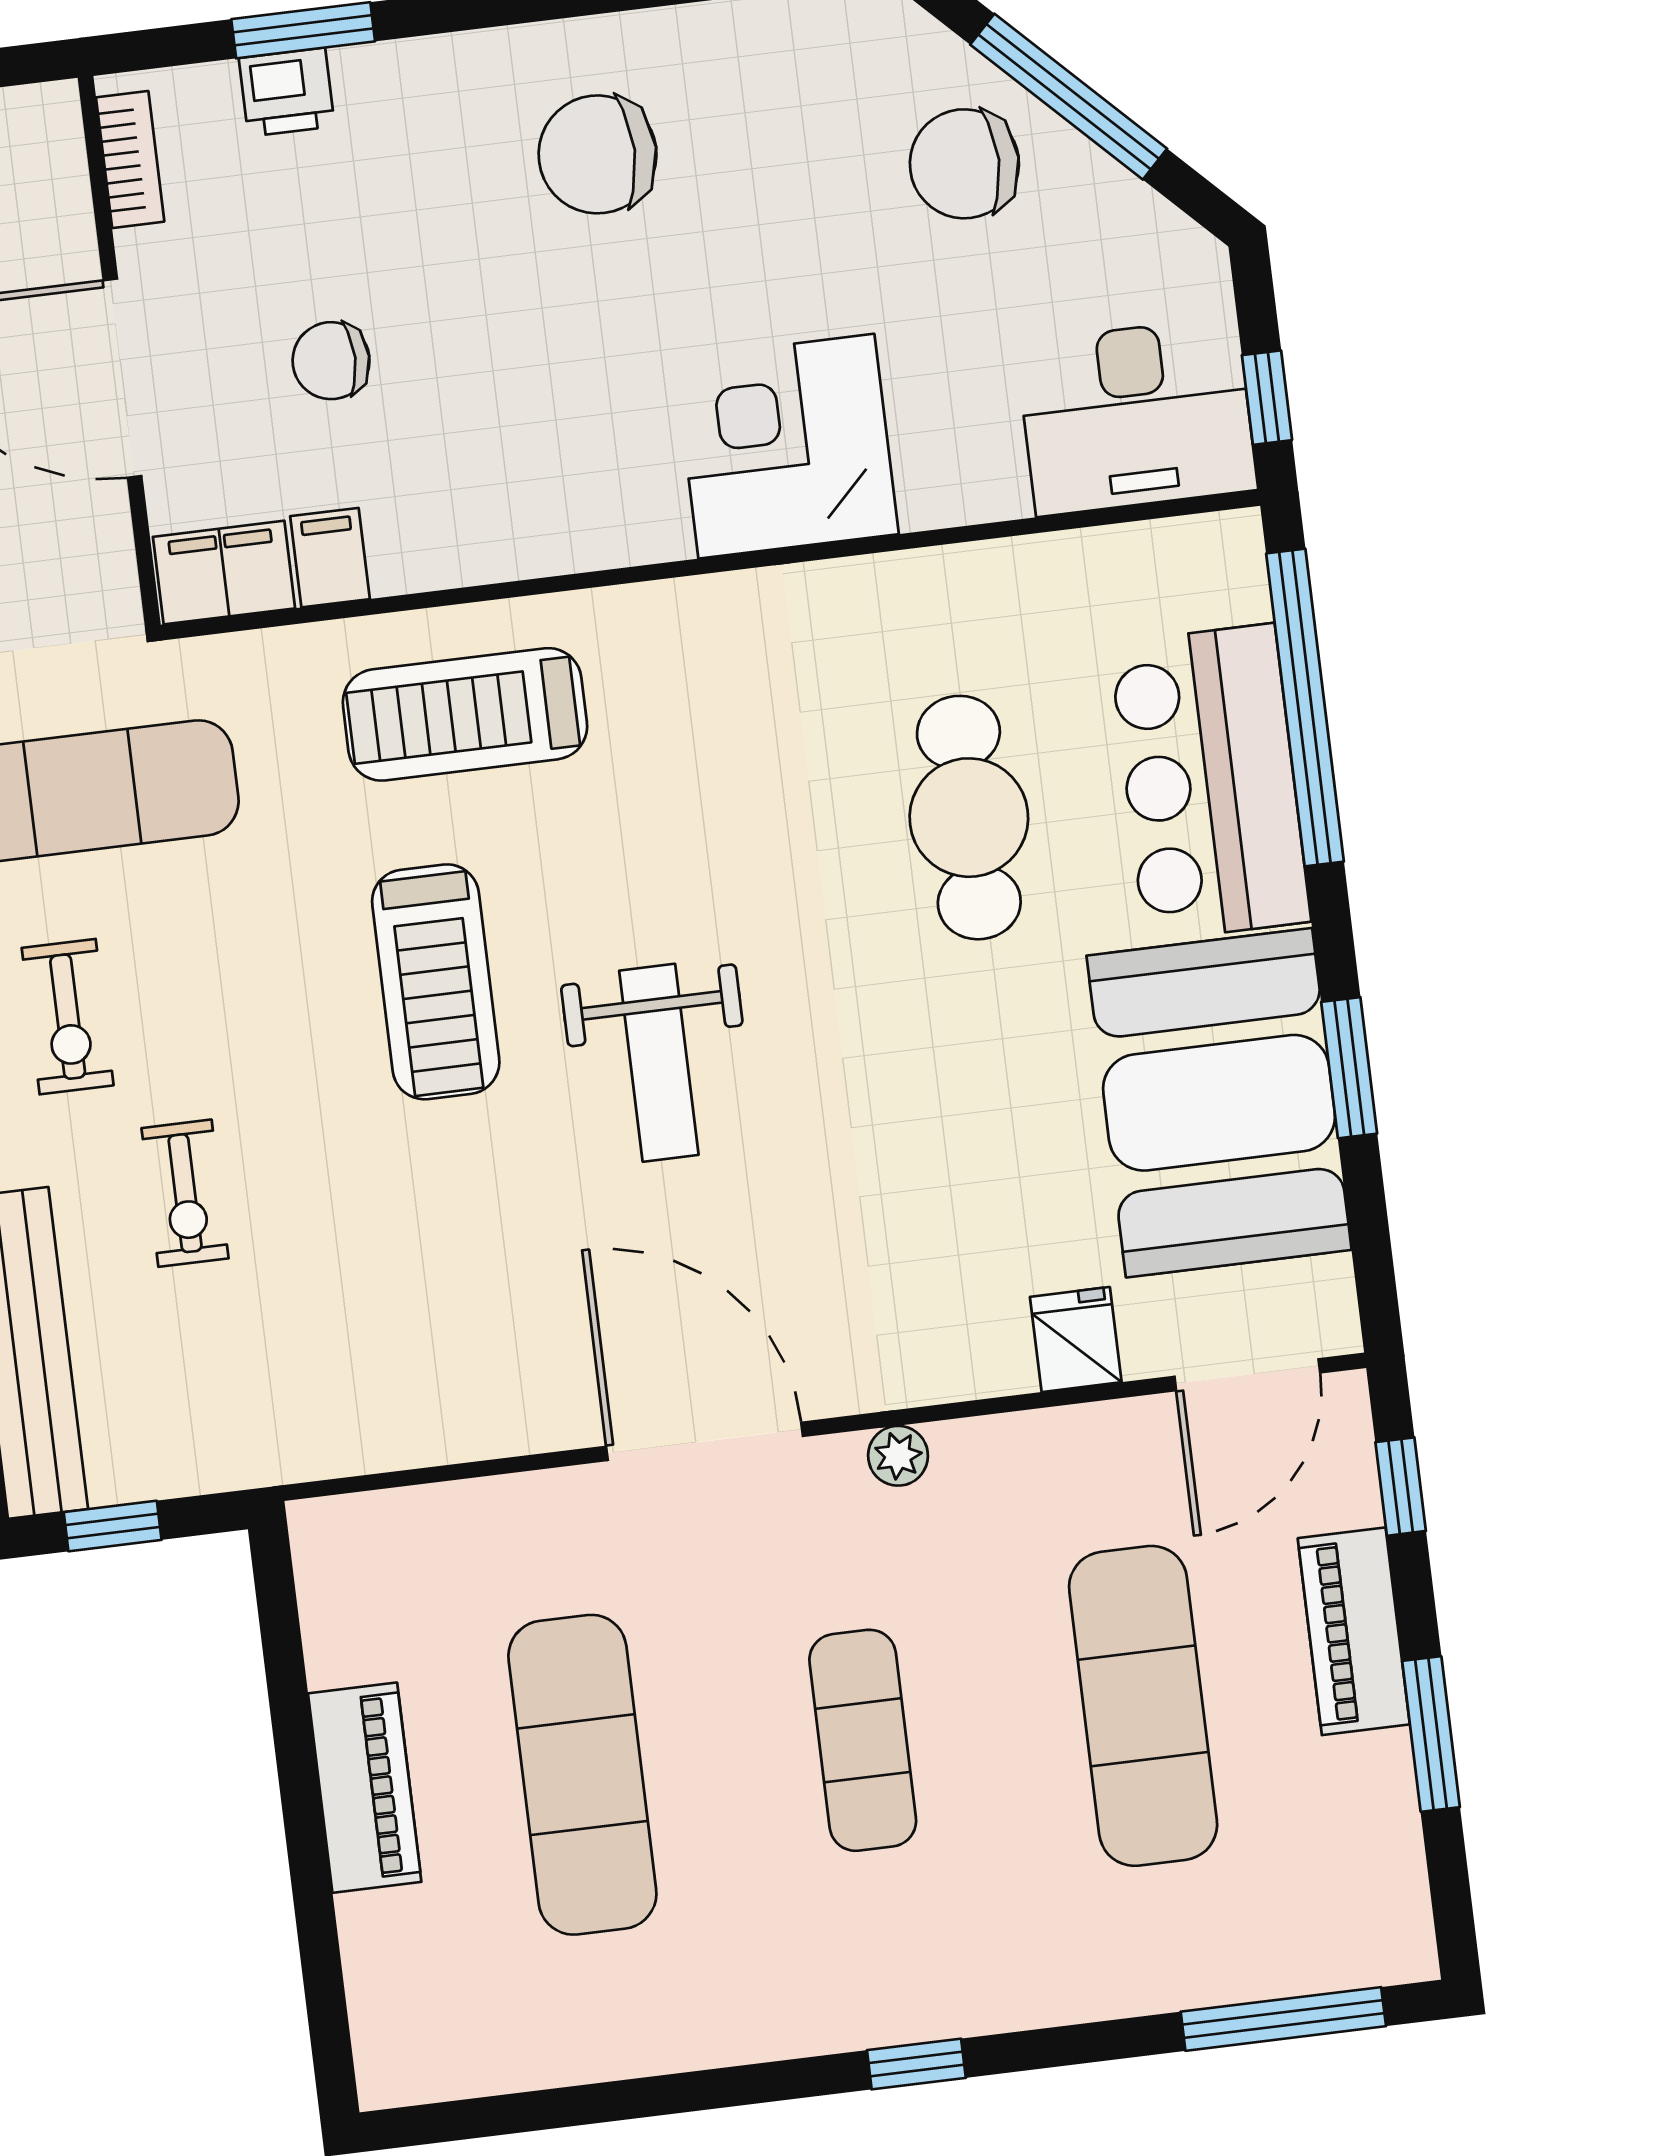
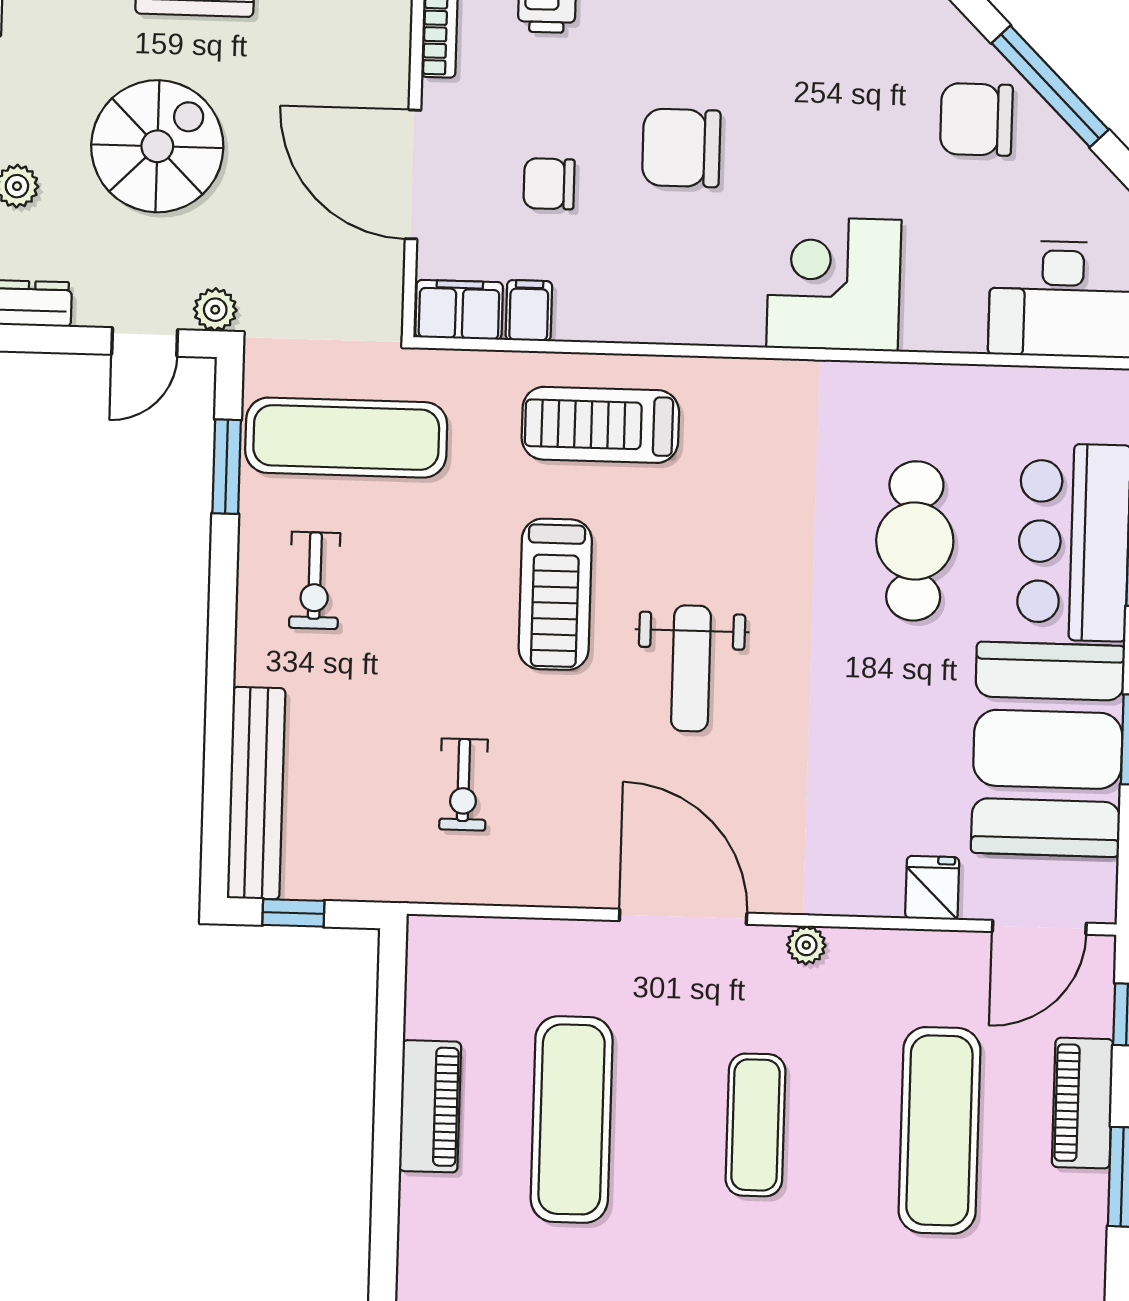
chair: (598, 154) -> (681, 148), moved
exercise bike: (185, 1193) -> (463, 785), moved

